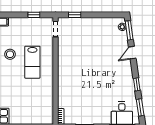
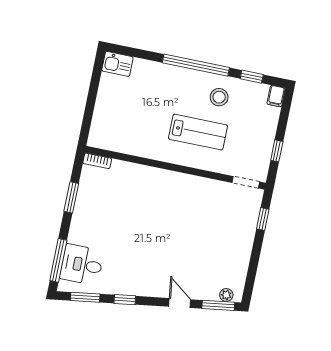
lab bench: (32, 62) -> (198, 132), turned 180

